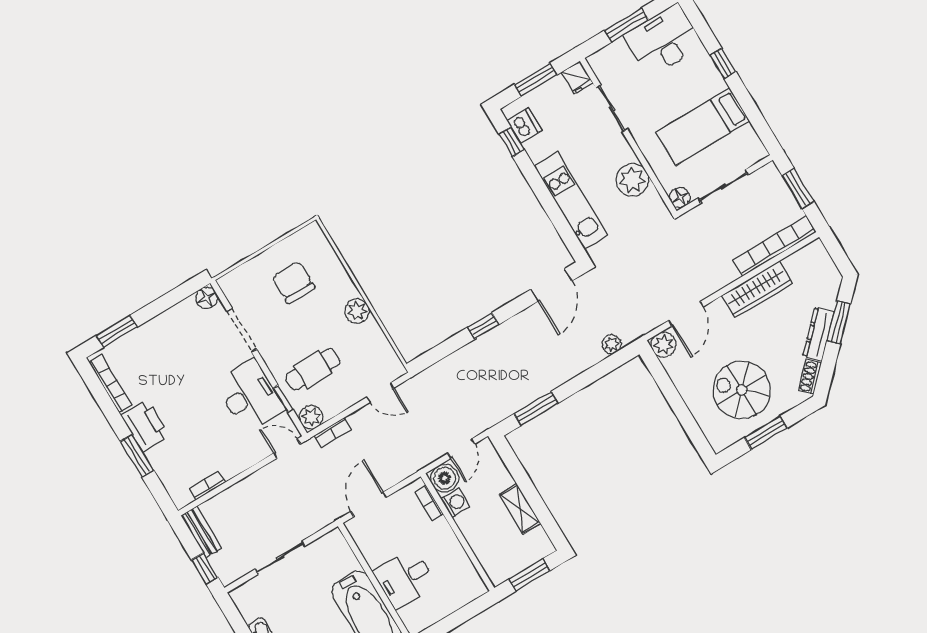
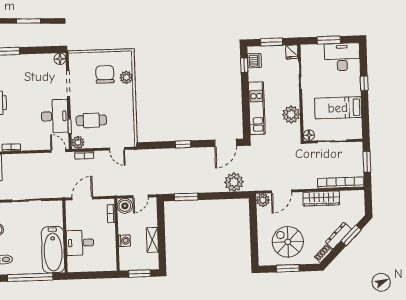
plant: (357, 311) -> (126, 77), moved
plant: (612, 344) -> (234, 182), width x1.87, depth x1.87
washing machine: (455, 503) -> (124, 241), moved

